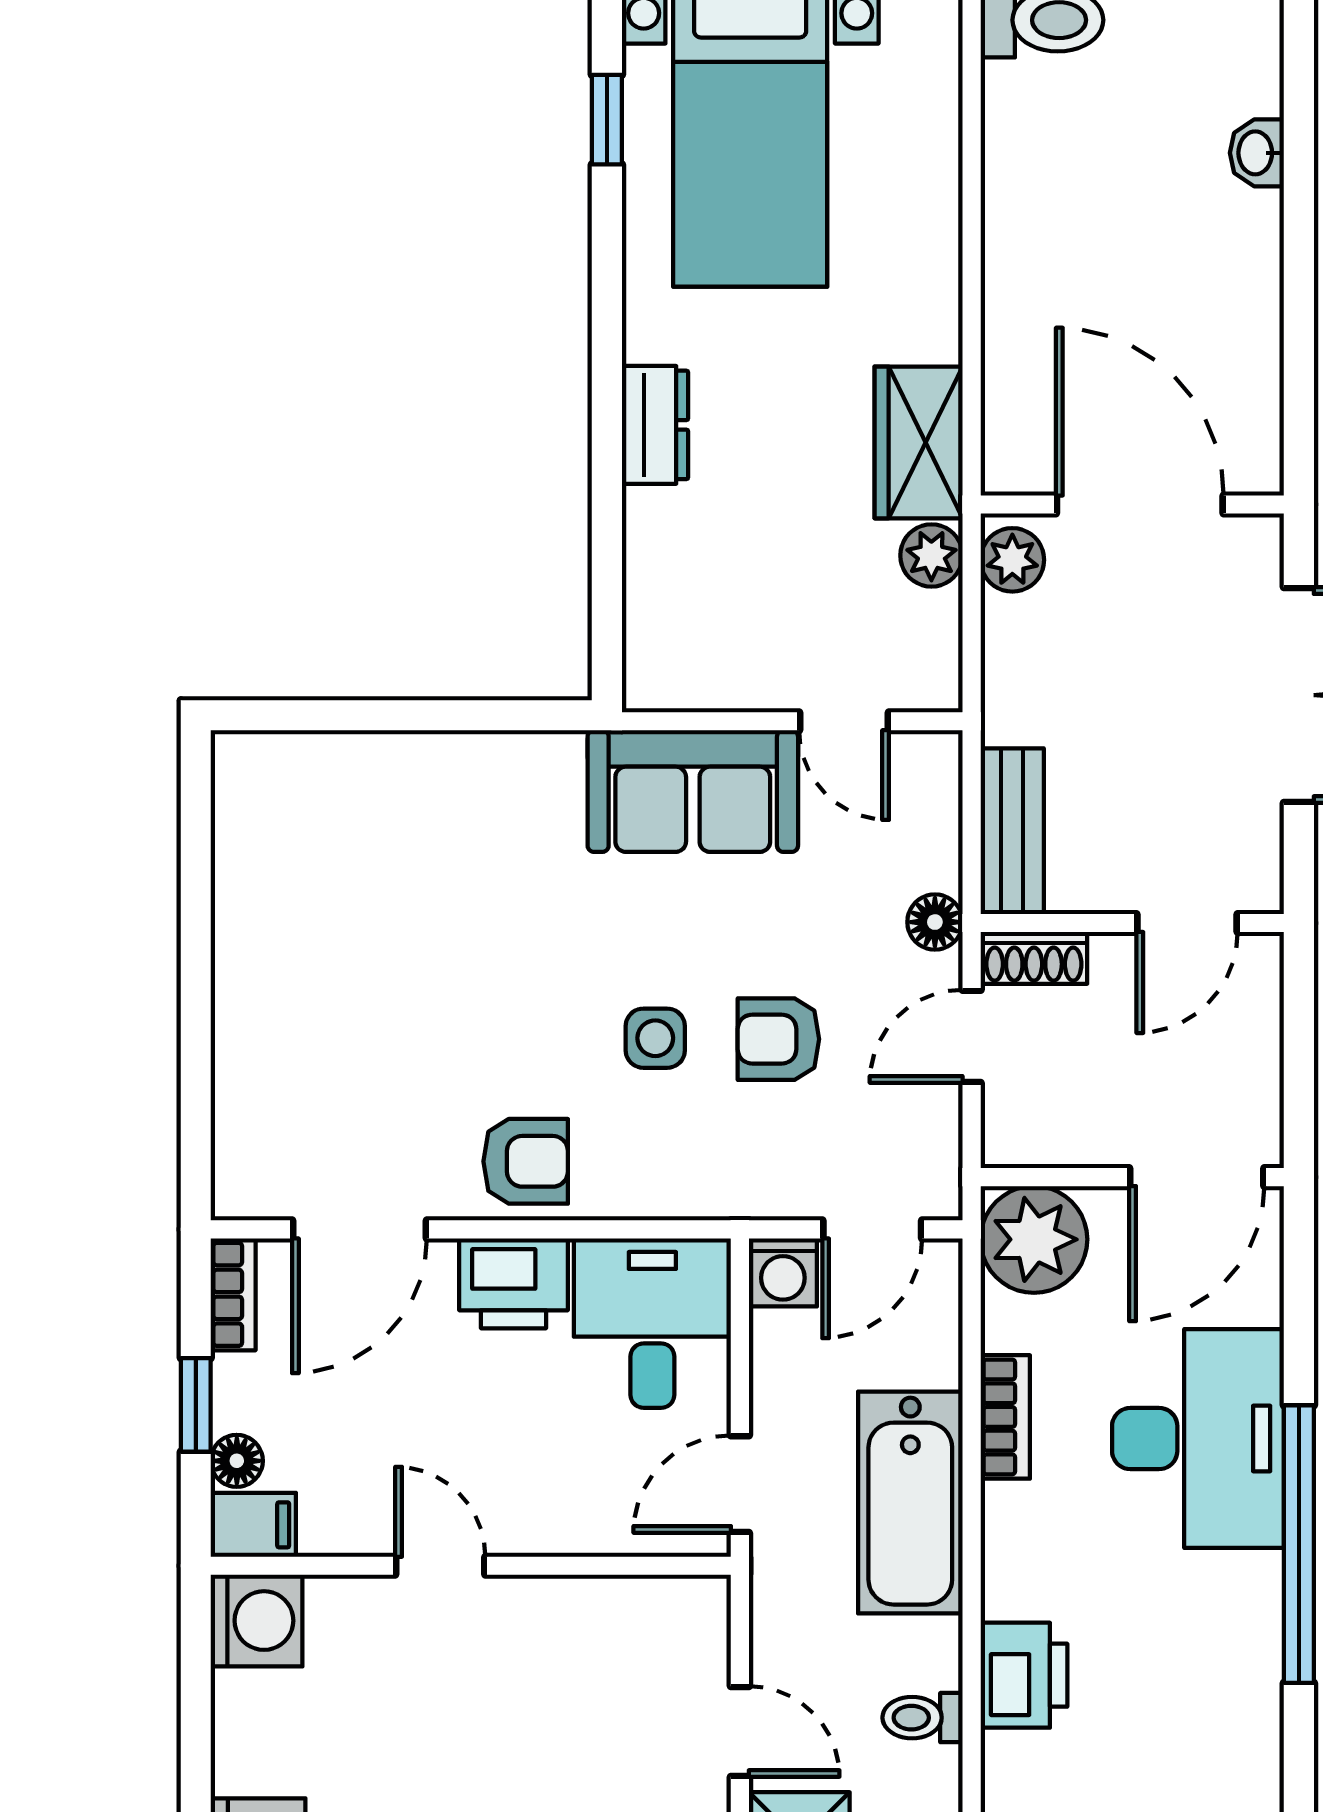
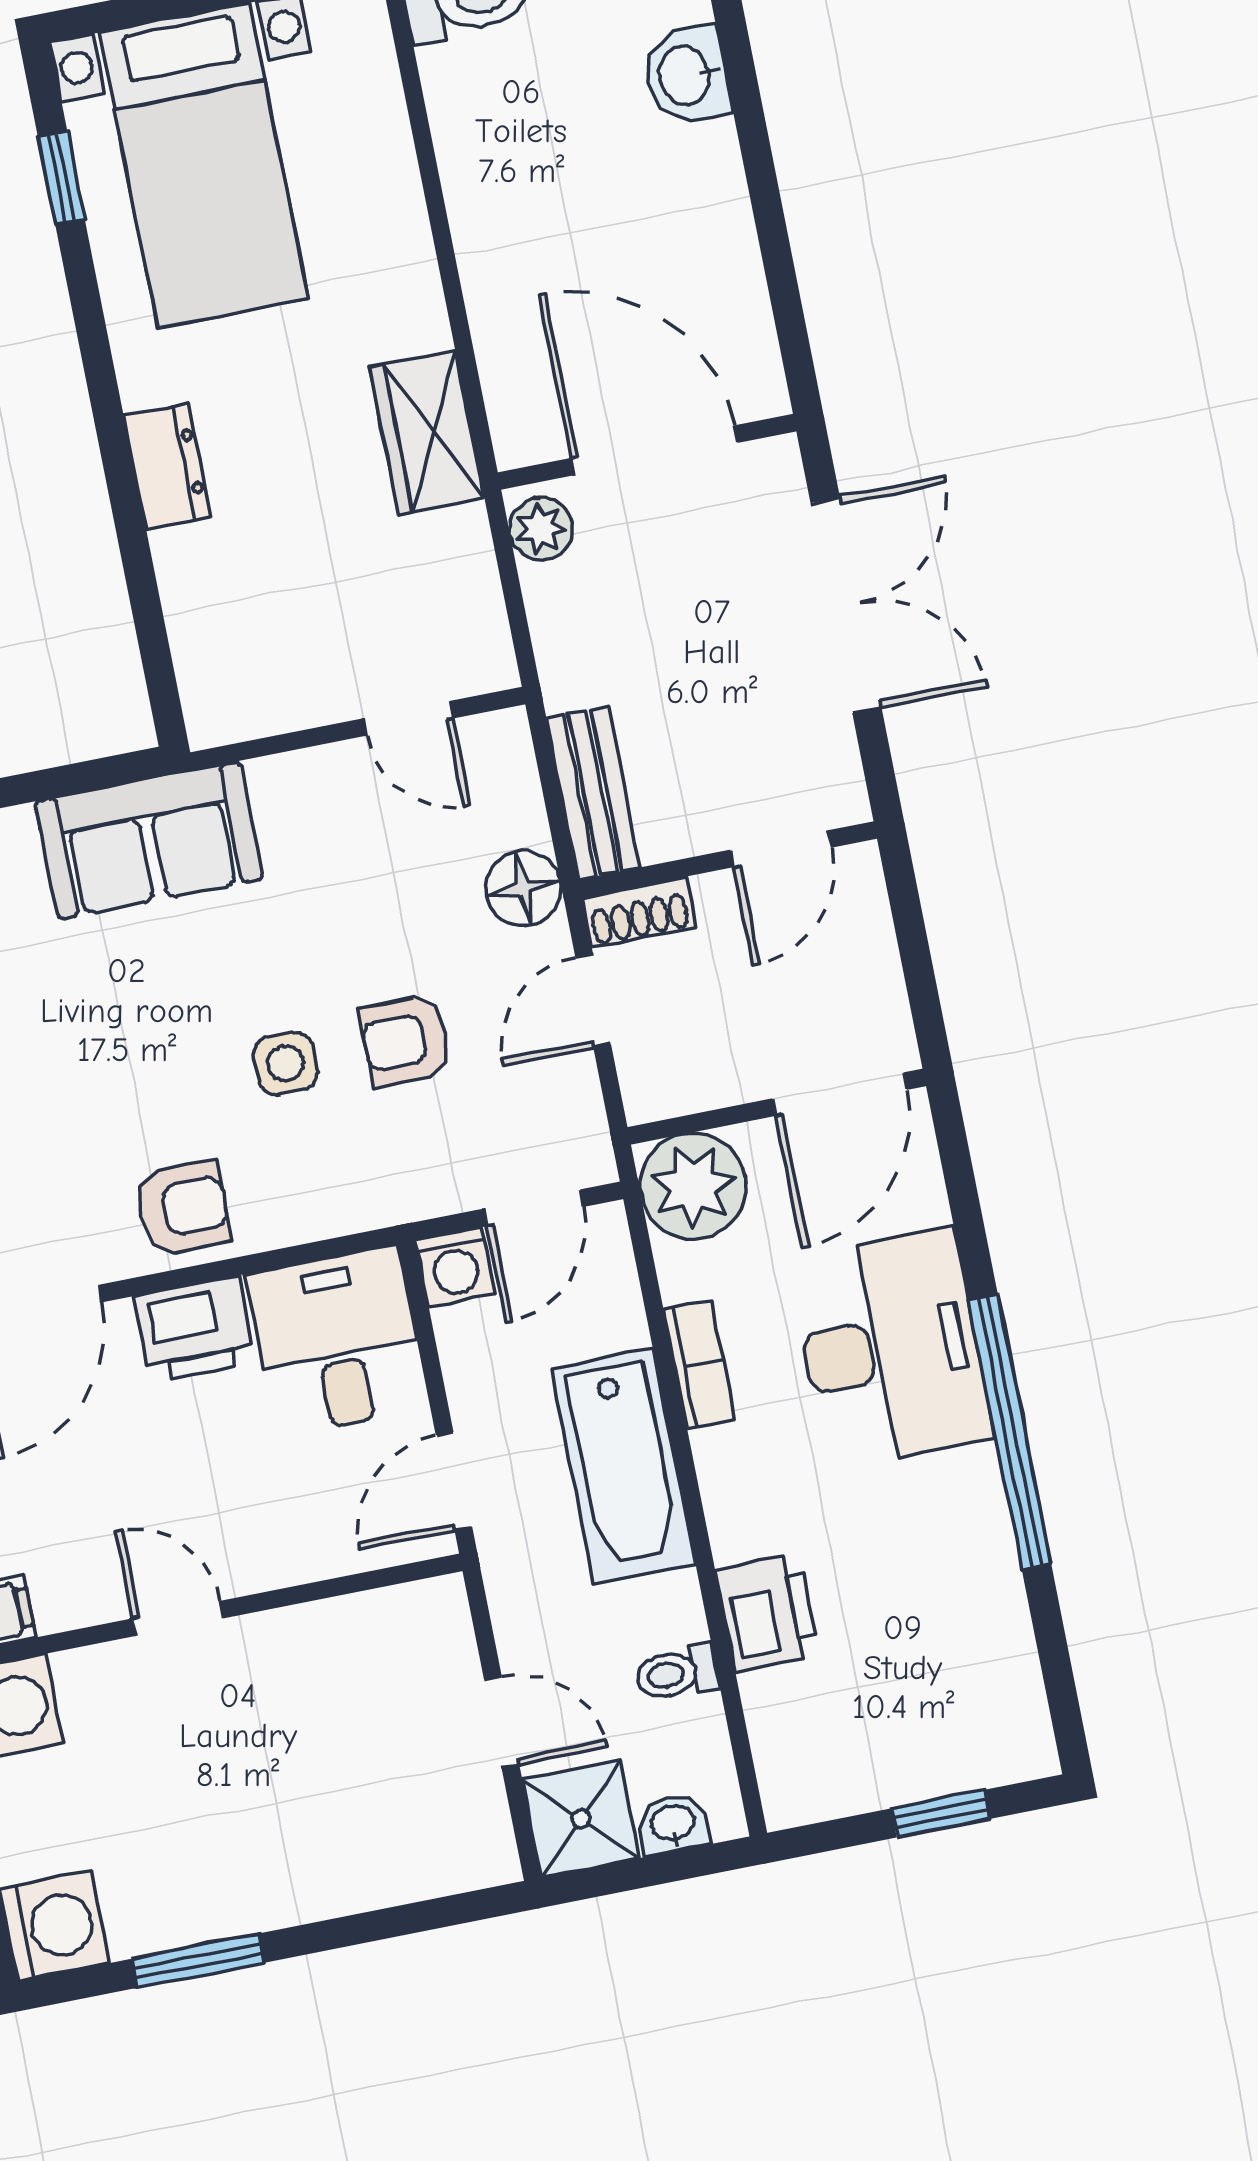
washbasin: (1257, 153) -> (686, 75), width x1.38, depth x1.45
plant: (931, 555) -> (461, 540), removed
sofa: (693, 791) -> (149, 840), moved
floor lamp: (935, 922) -> (523, 888), width x1.37, depth x1.37

